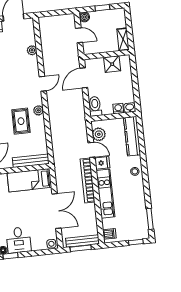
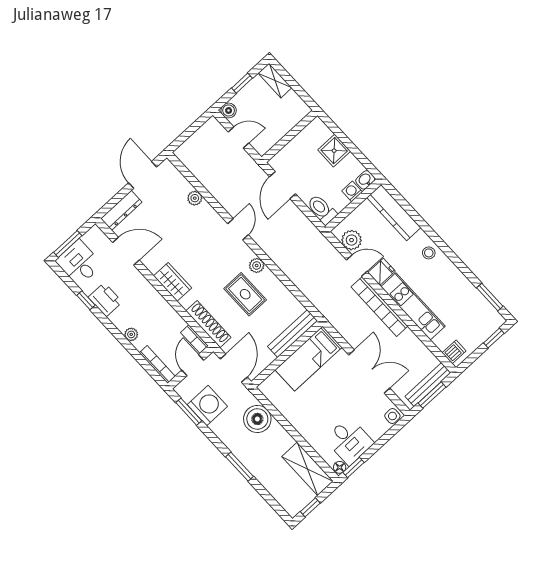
shelving: (123, 39) -> (275, 80), moved
shower: (112, 64) -> (334, 151), moved

